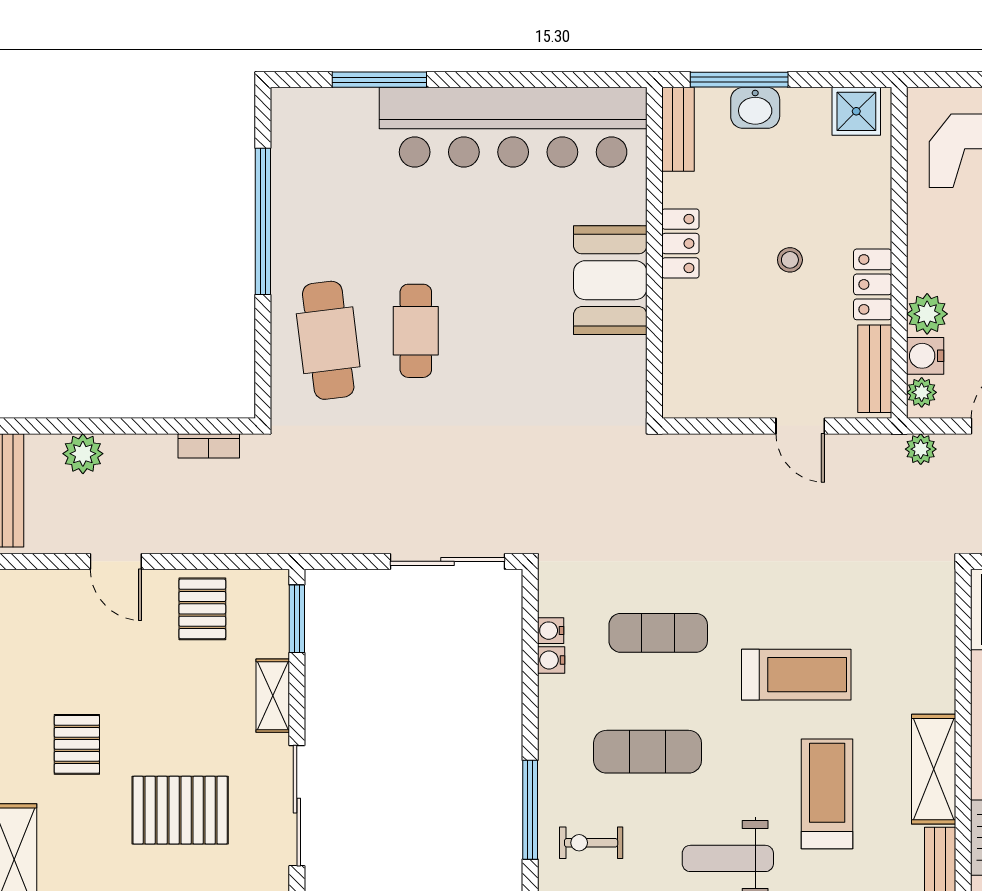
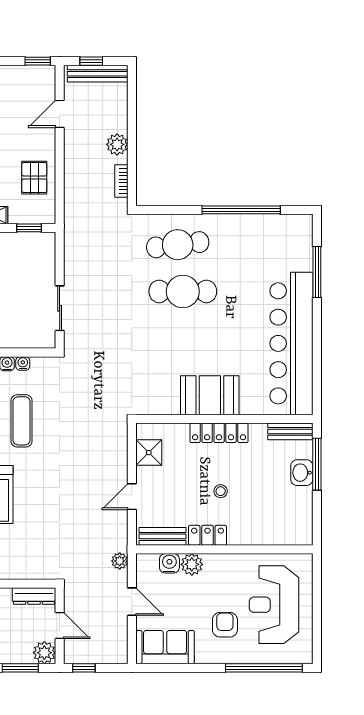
shower: (856, 111) -> (149, 453), moved
locker: (680, 244) -> (219, 433), width x1.53
cafe table: (416, 331) -> (183, 291), width x1.37, depth x1.35
plant: (922, 392) -> (150, 561), removed
plant: (83, 454) -> (117, 144), moved
door: (116, 561) -> (60, 114), moved
sliding door: (447, 561) -> (60, 308), width x0.73
pallet: (202, 609) -> (34, 178), turned 90
window: (297, 619) -> (29, 228), width x0.67

